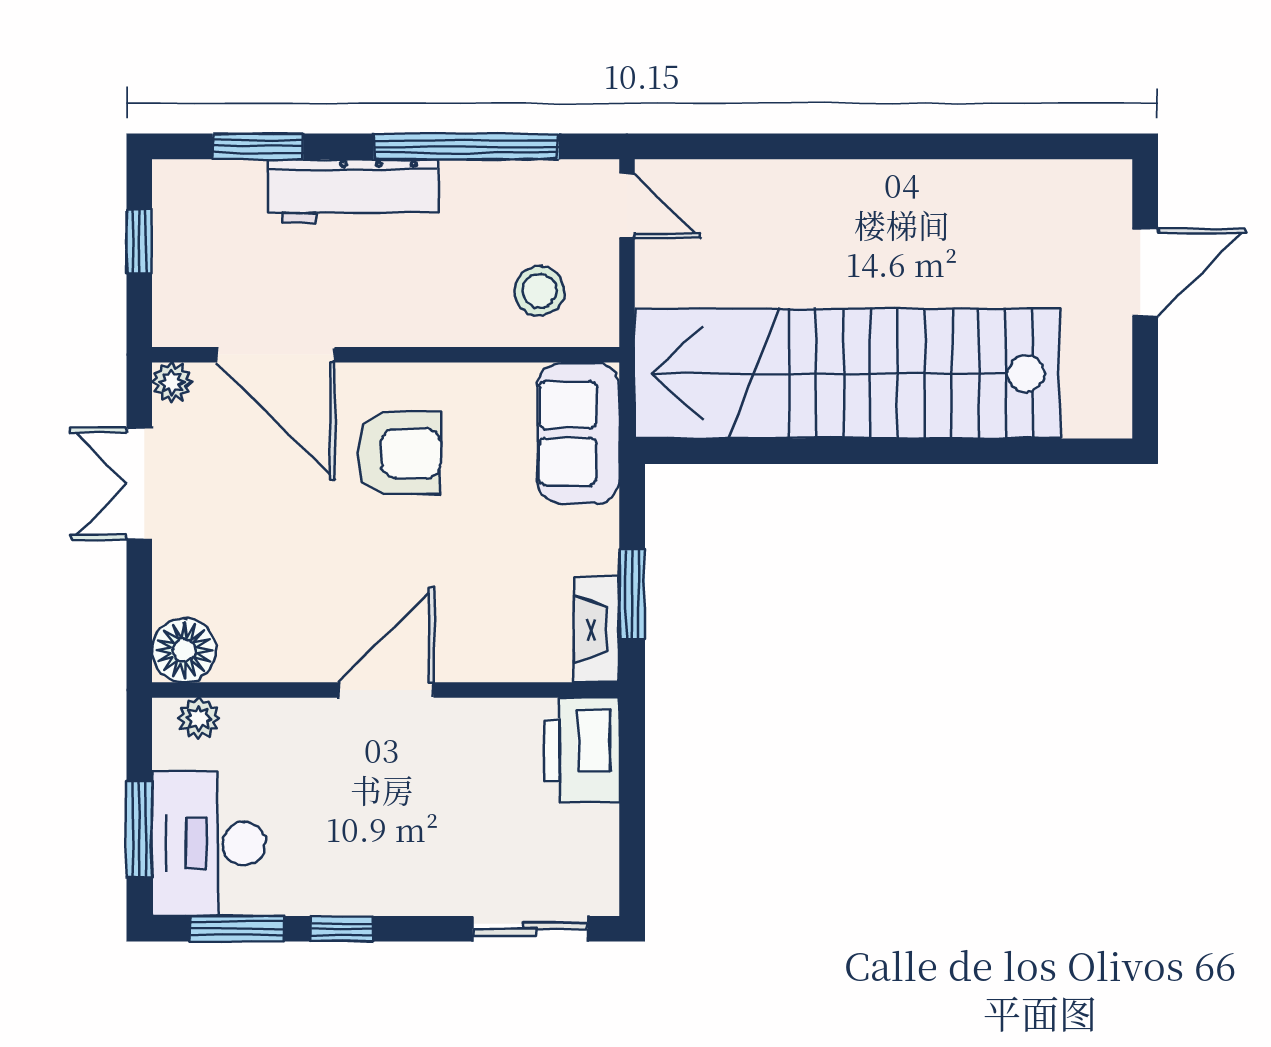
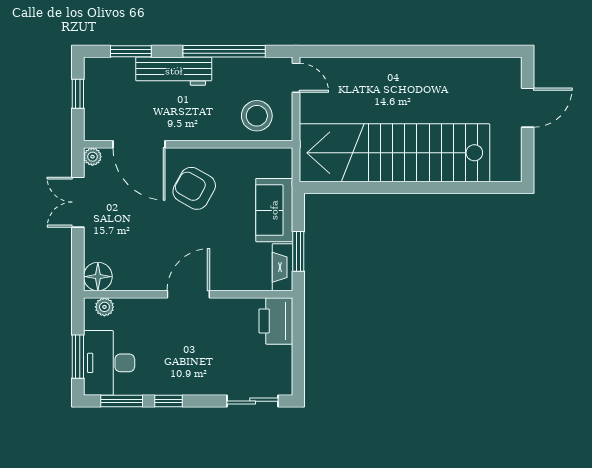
stool: (540, 291) -> (257, 116), width x1.38, depth x1.38
sofa: (578, 433) -> (274, 210), moved
armchair: (399, 453) -> (194, 188), turned -151

